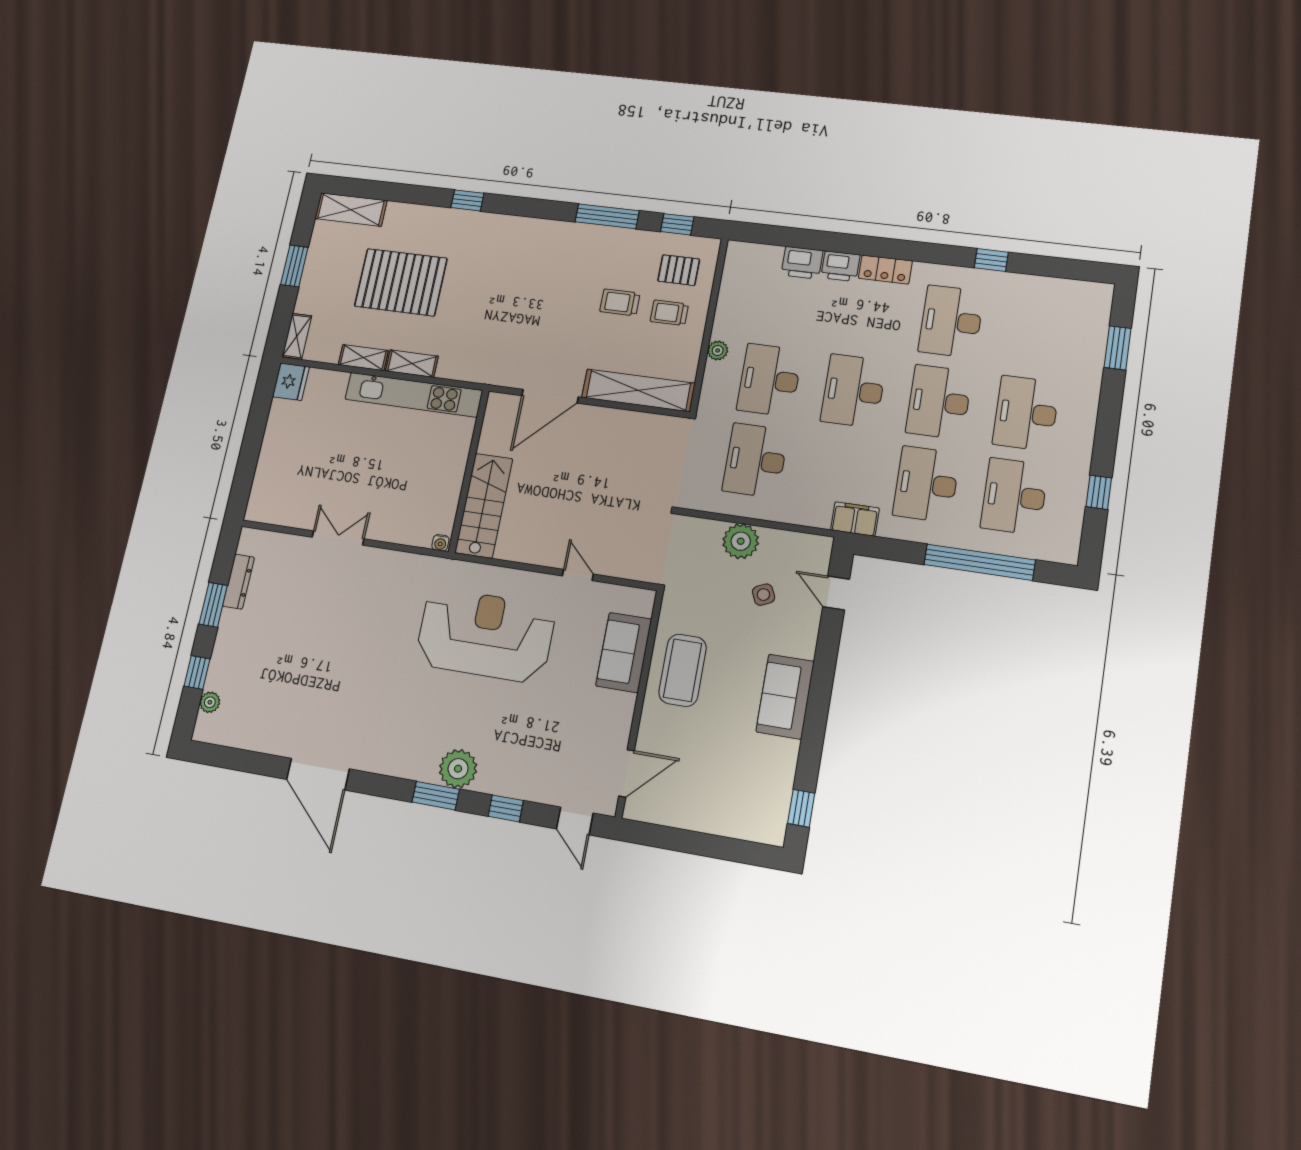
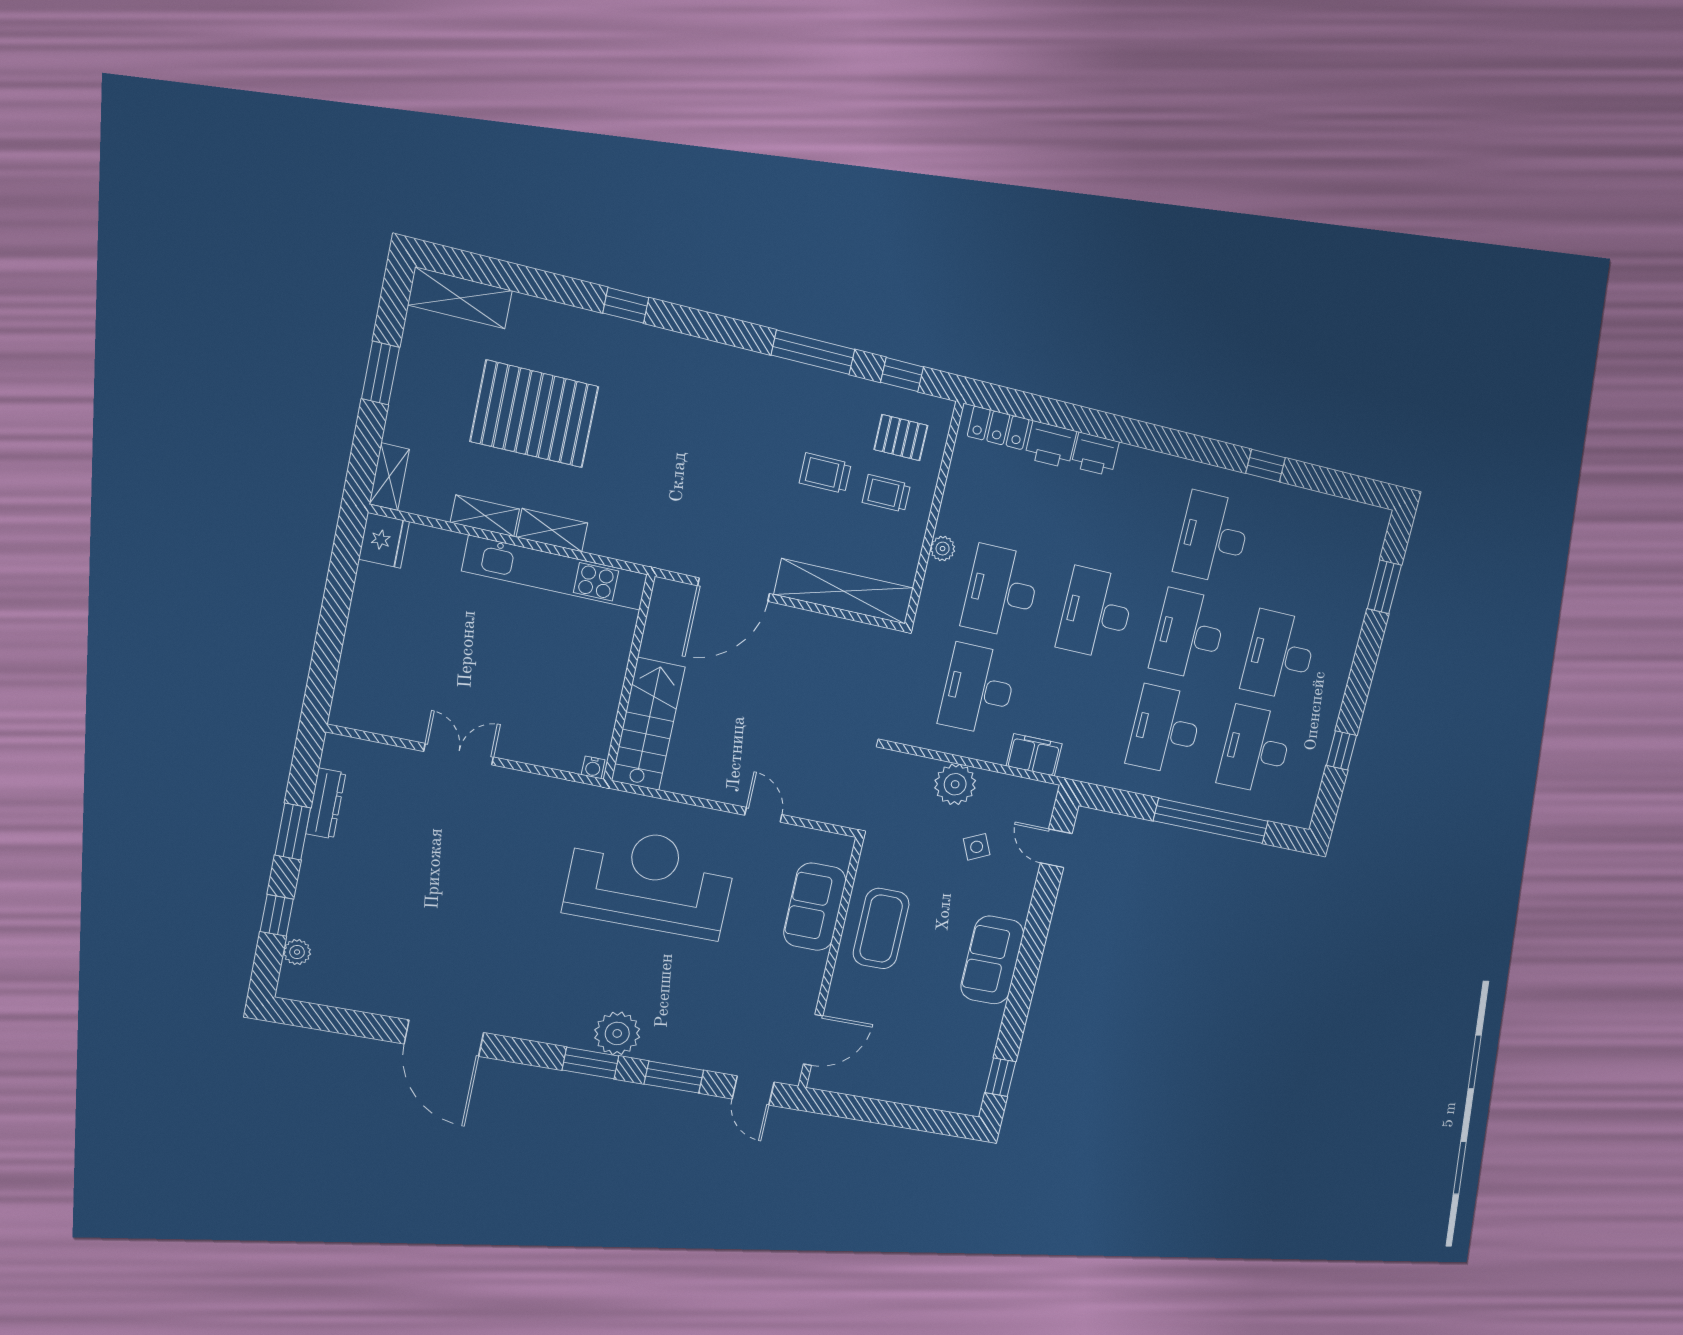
locker: (885, 270) -> (998, 428), moved
filing cabinet: (855, 519) -> (1034, 755), moved
window: (506, 808) -> (674, 1077), width x1.50

